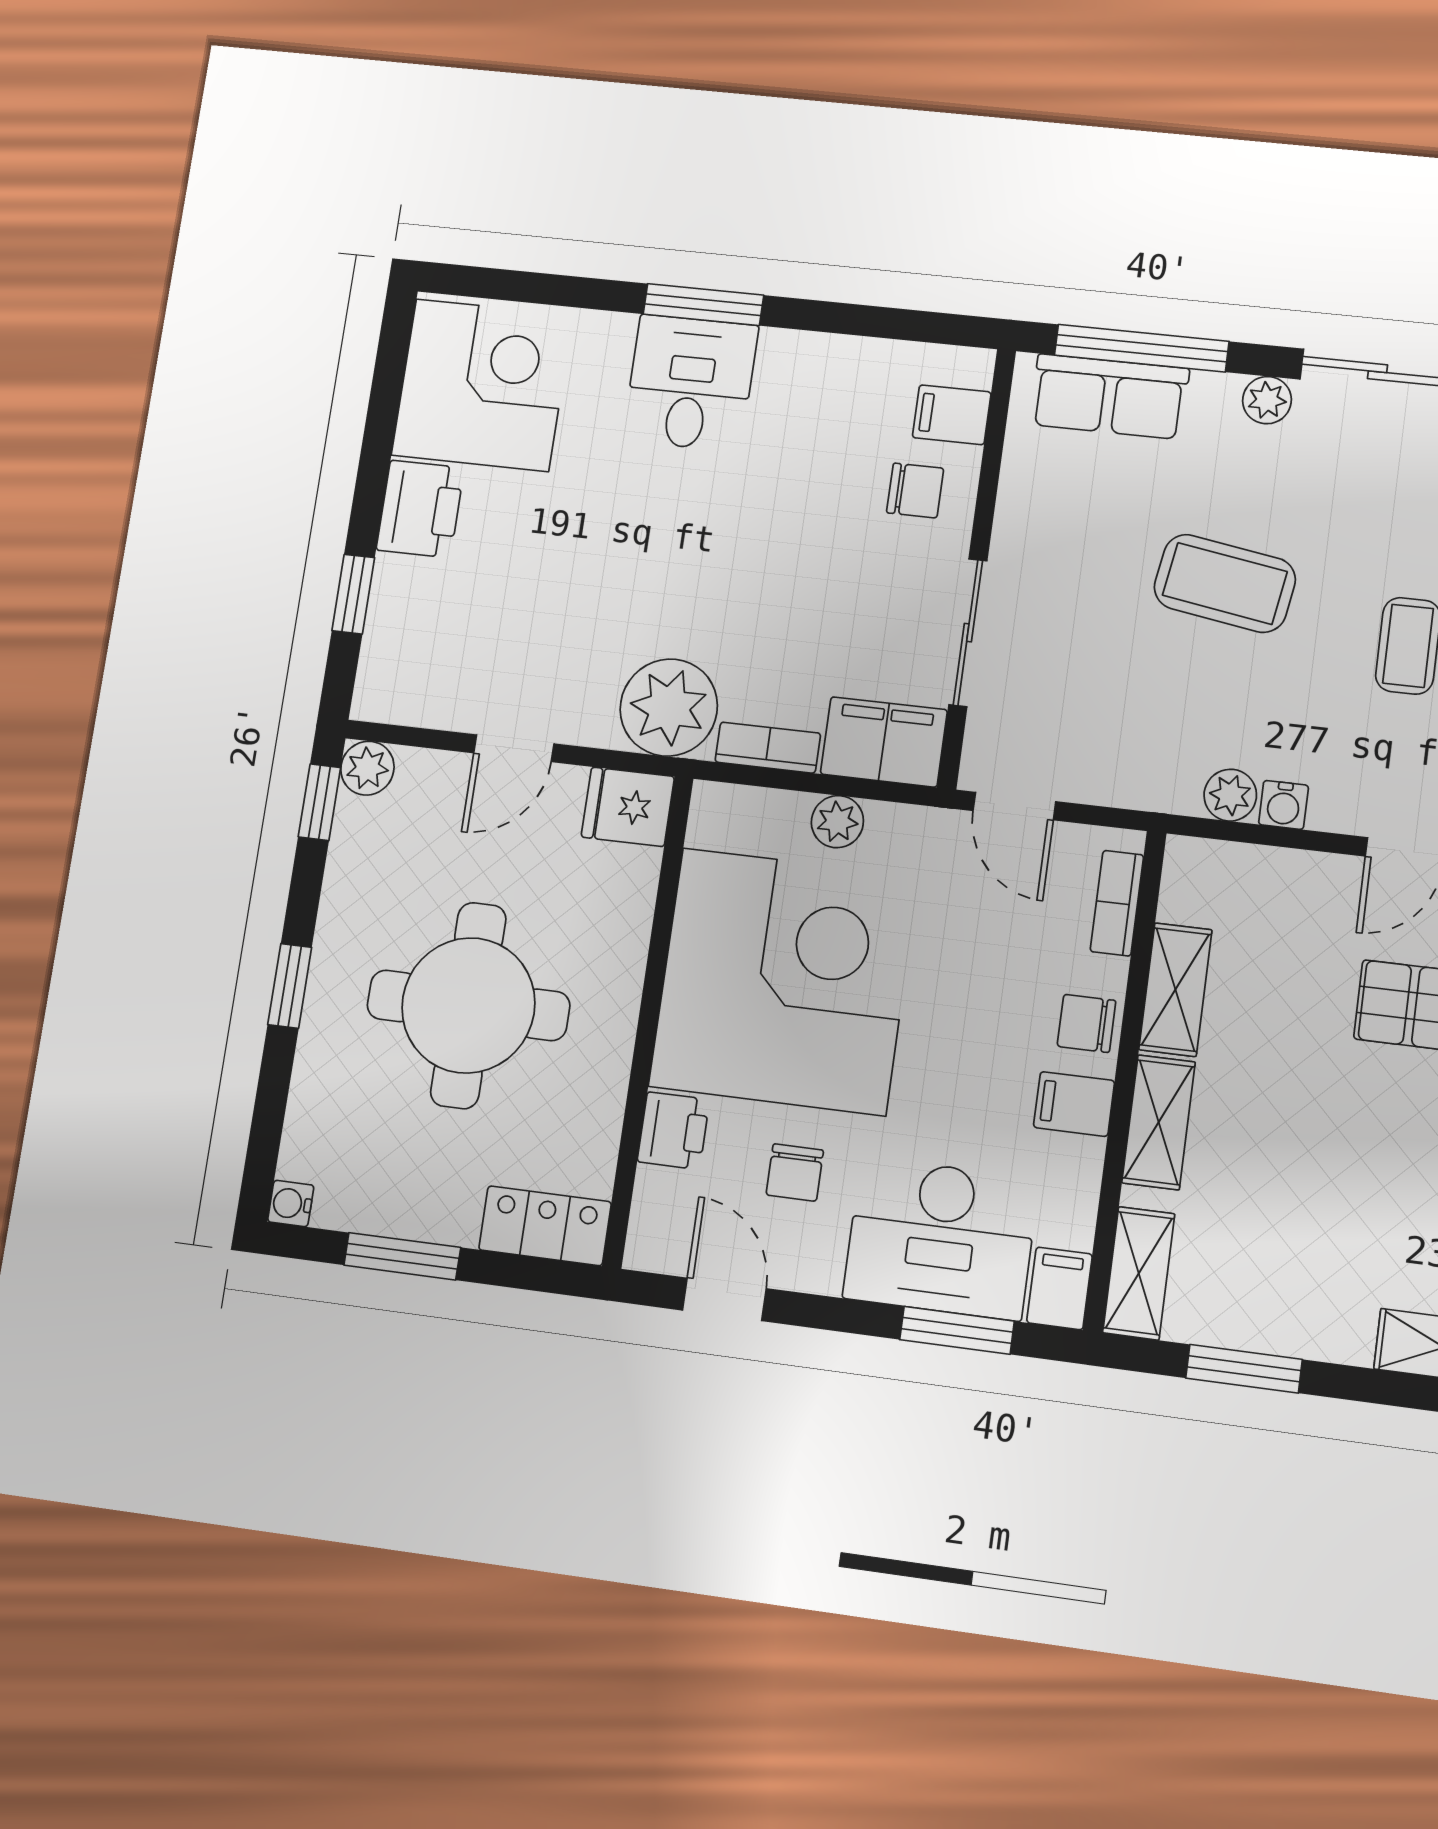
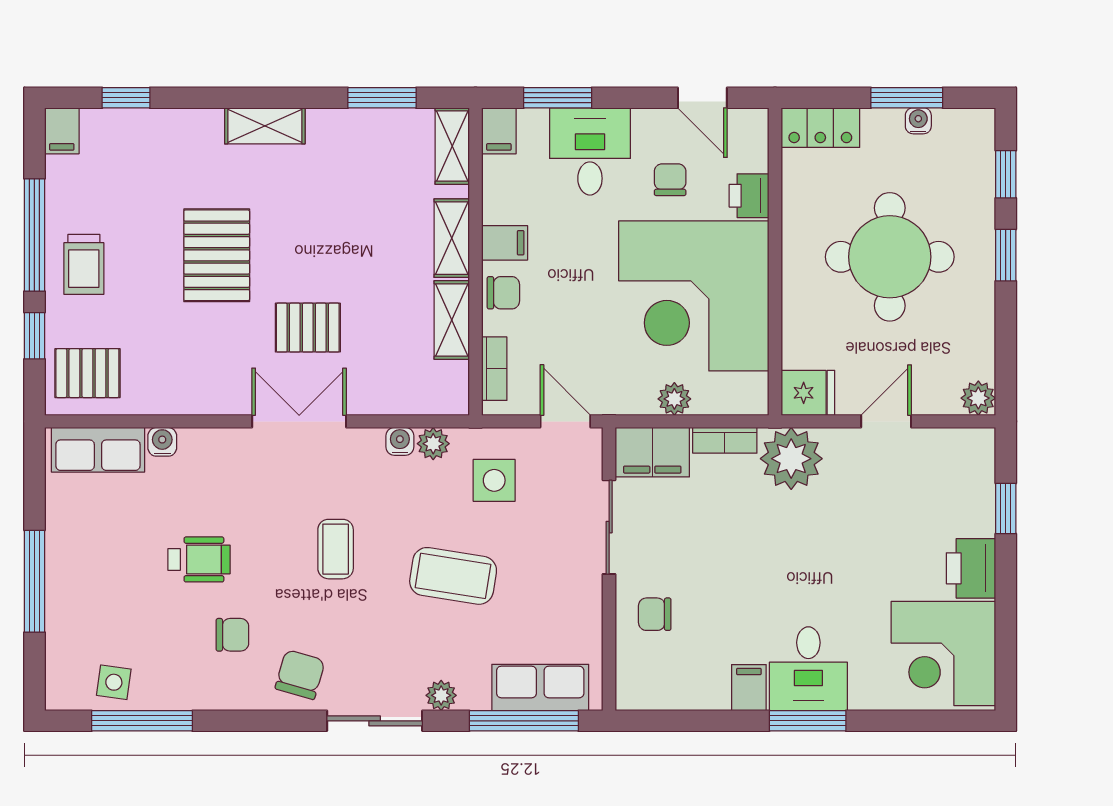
filing cabinet: (952, 415) -> (749, 688), moved, turned -90
side table: (1140, 726) -> (494, 480), added
window: (319, 802) -> (1006, 174), moved
water cooler: (291, 1203) -> (918, 121), moved, turned -90
desk: (941, 1238) -> (590, 151), width x0.73

